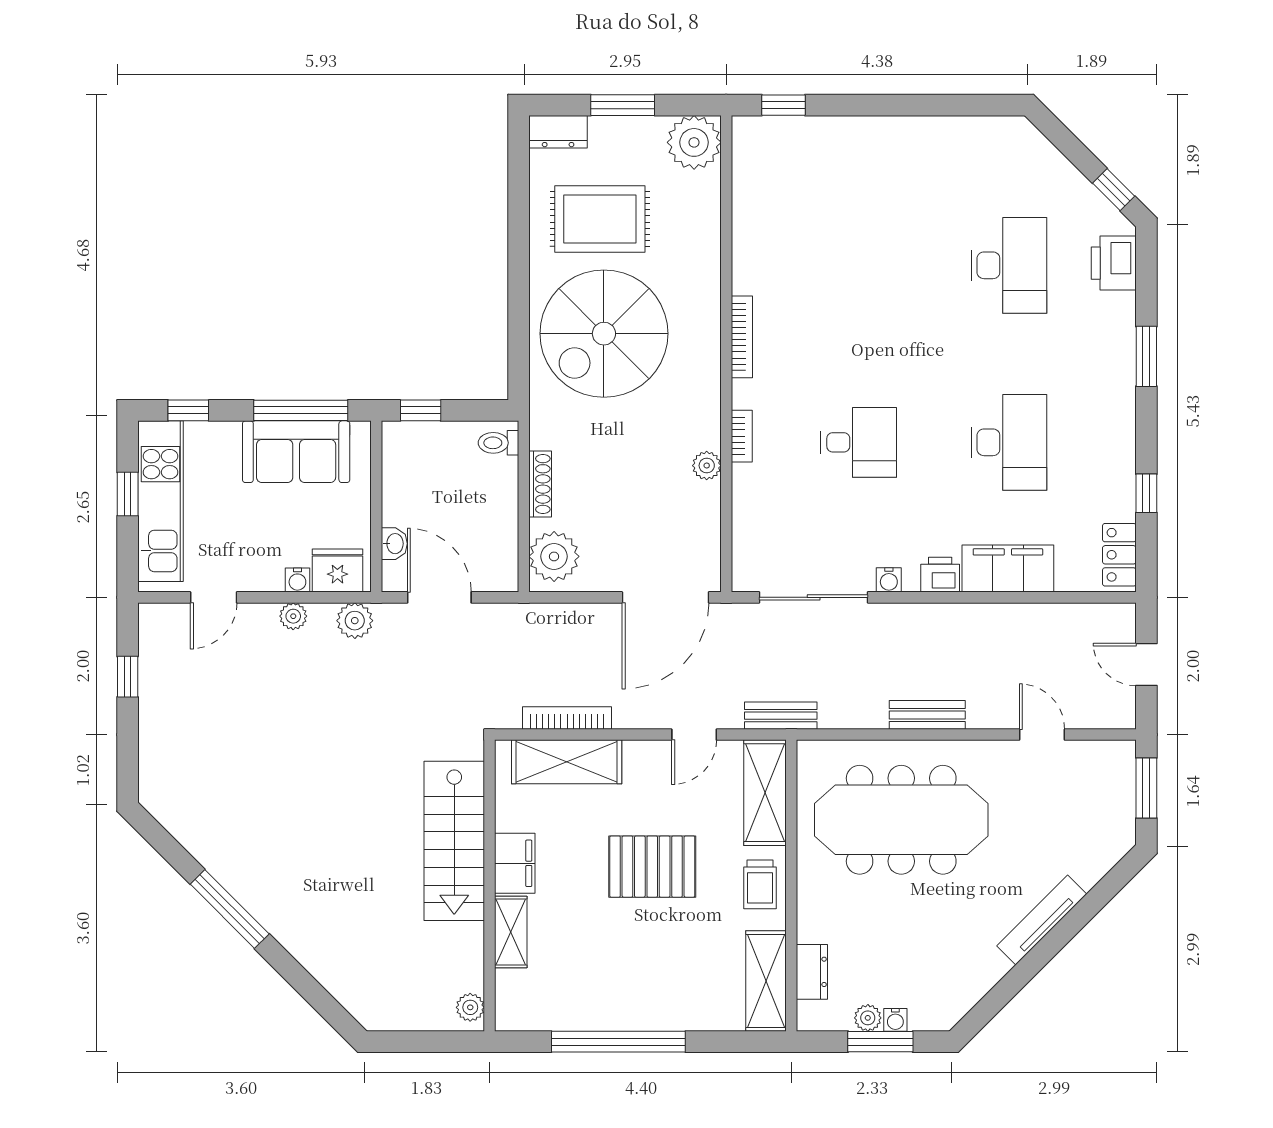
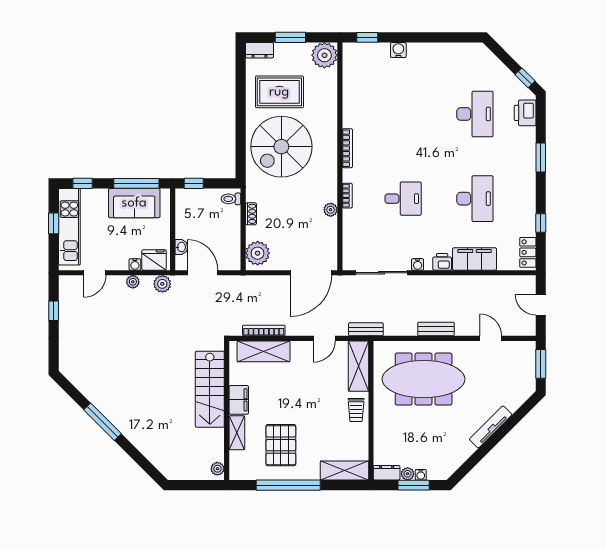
water cooler: (849, 132) -> (398, 50), added
shoe rack: (540, 484) -> (251, 214), width x0.70
pallet: (652, 867) -> (281, 445), moved, turned 90
dresser: (812, 972) -> (387, 473), moved, turned -90
shelving: (766, 981) -> (344, 471), moved, turned 90

